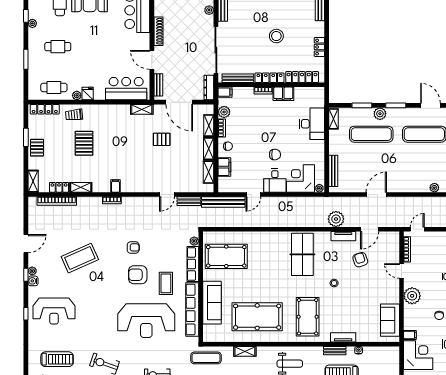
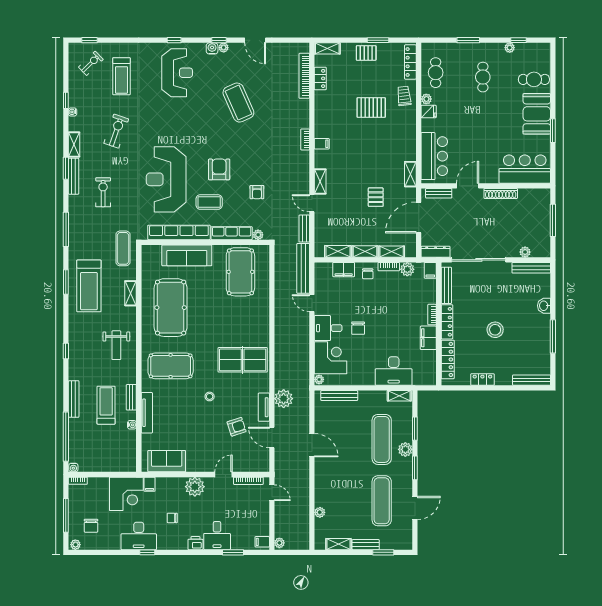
shelving: (81, 187) -> (320, 182), moved
armchair: (133, 247) -> (257, 192), moved
reception desk: (54, 311) -> (177, 73), turned 180
tv unit: (343, 337) -> (147, 413), width x1.41

